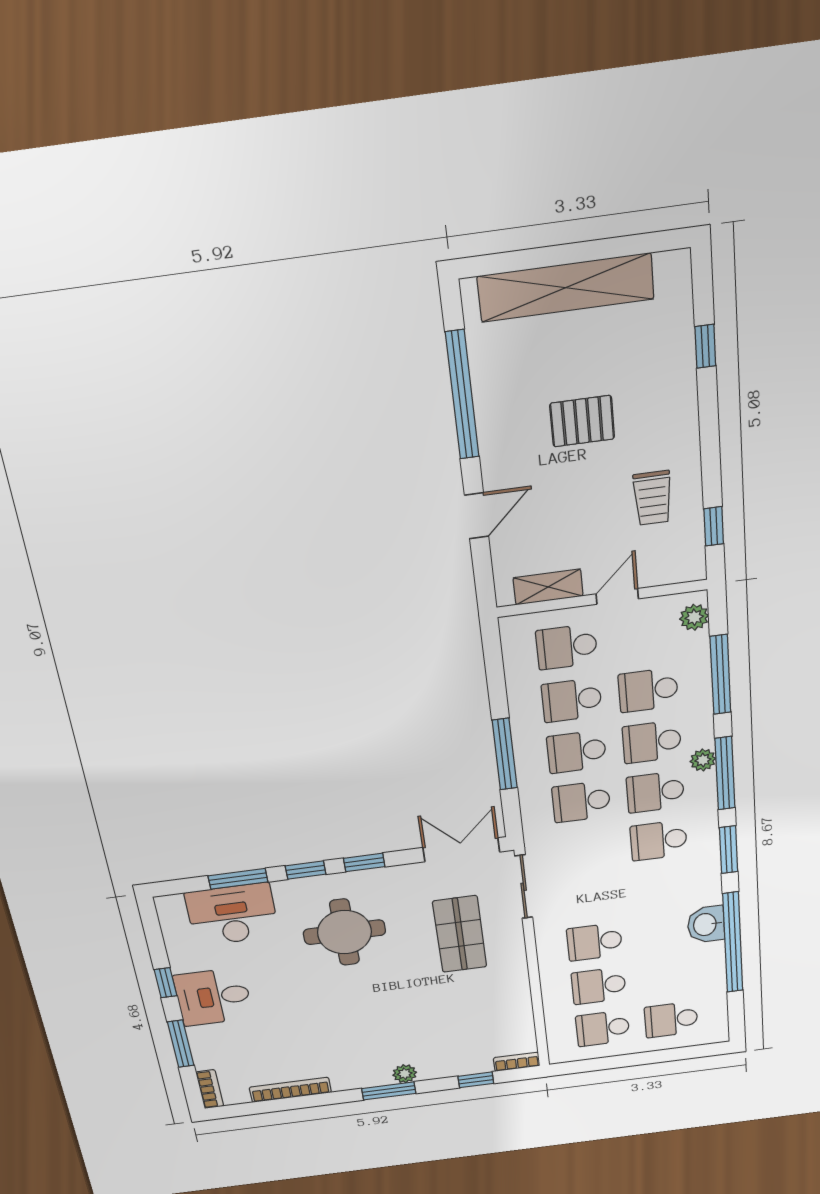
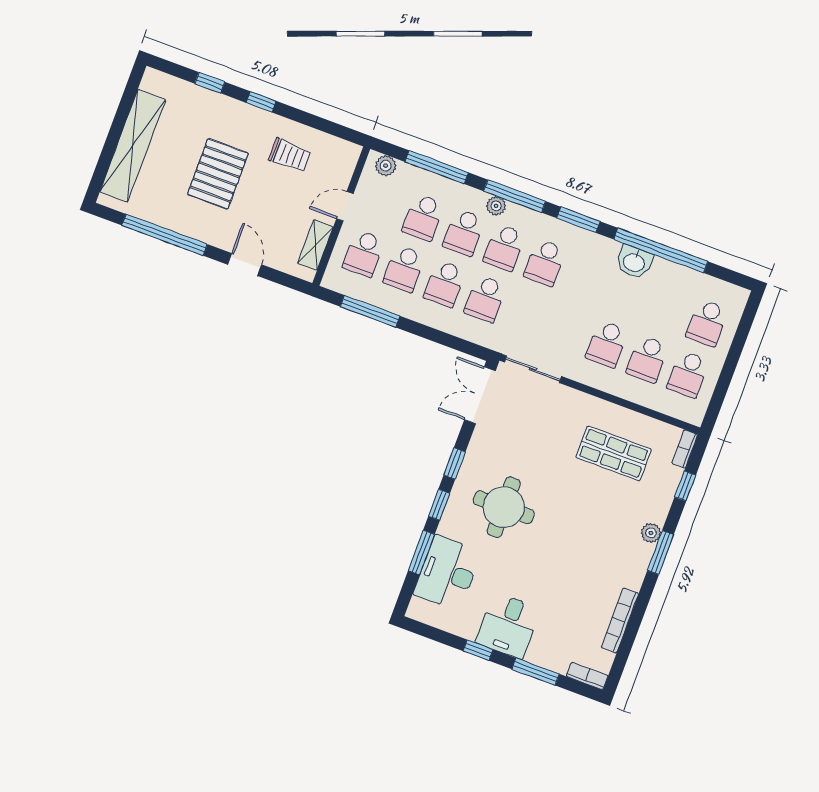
pallet: (582, 421) -> (218, 174), width x1.50, depth x1.42
window: (714, 526) -> (261, 102), moved
door: (617, 596) -> (345, 206), hinge flipped
window: (505, 754) -> (370, 311), moved
shop shelf: (460, 934) -> (614, 453), moved

